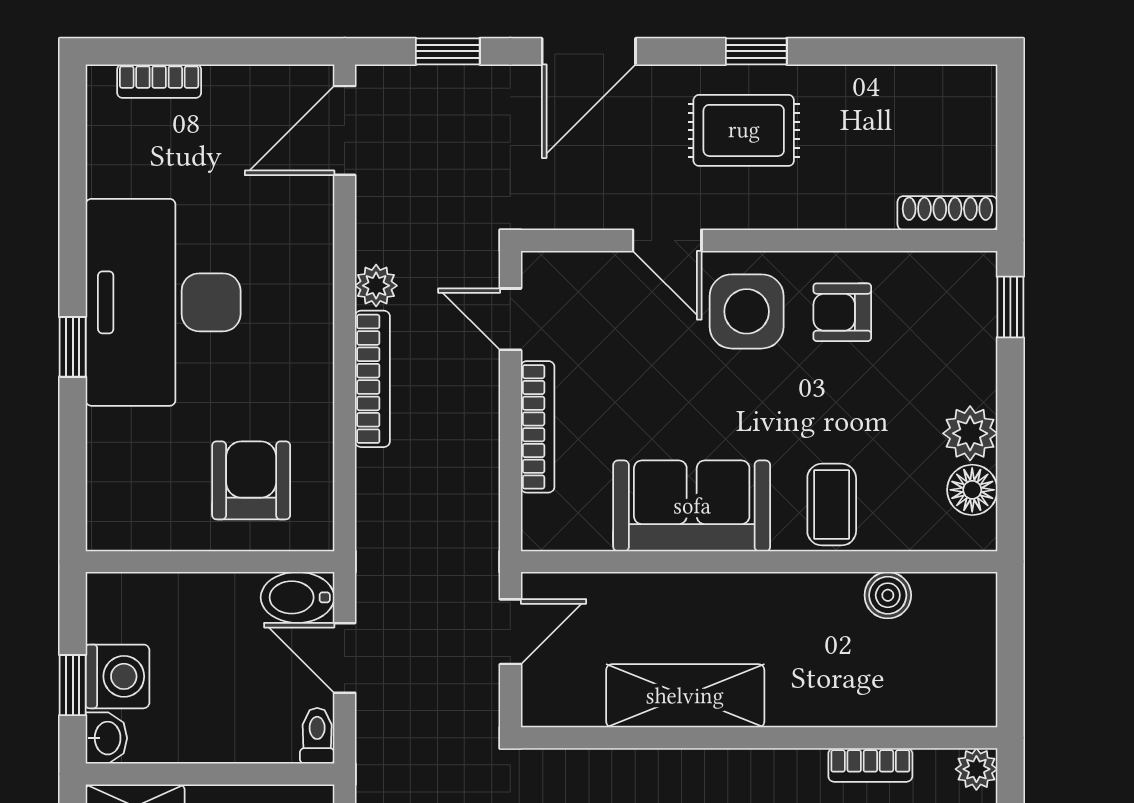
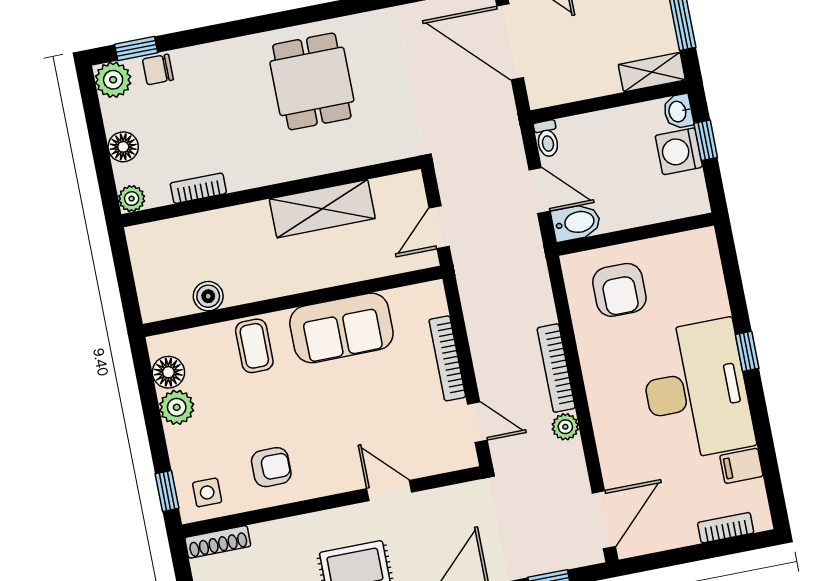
filing cabinet: (116, 172) -> (741, 466), added
side table: (747, 311) -> (207, 492), moved, width x0.54, depth x0.54

